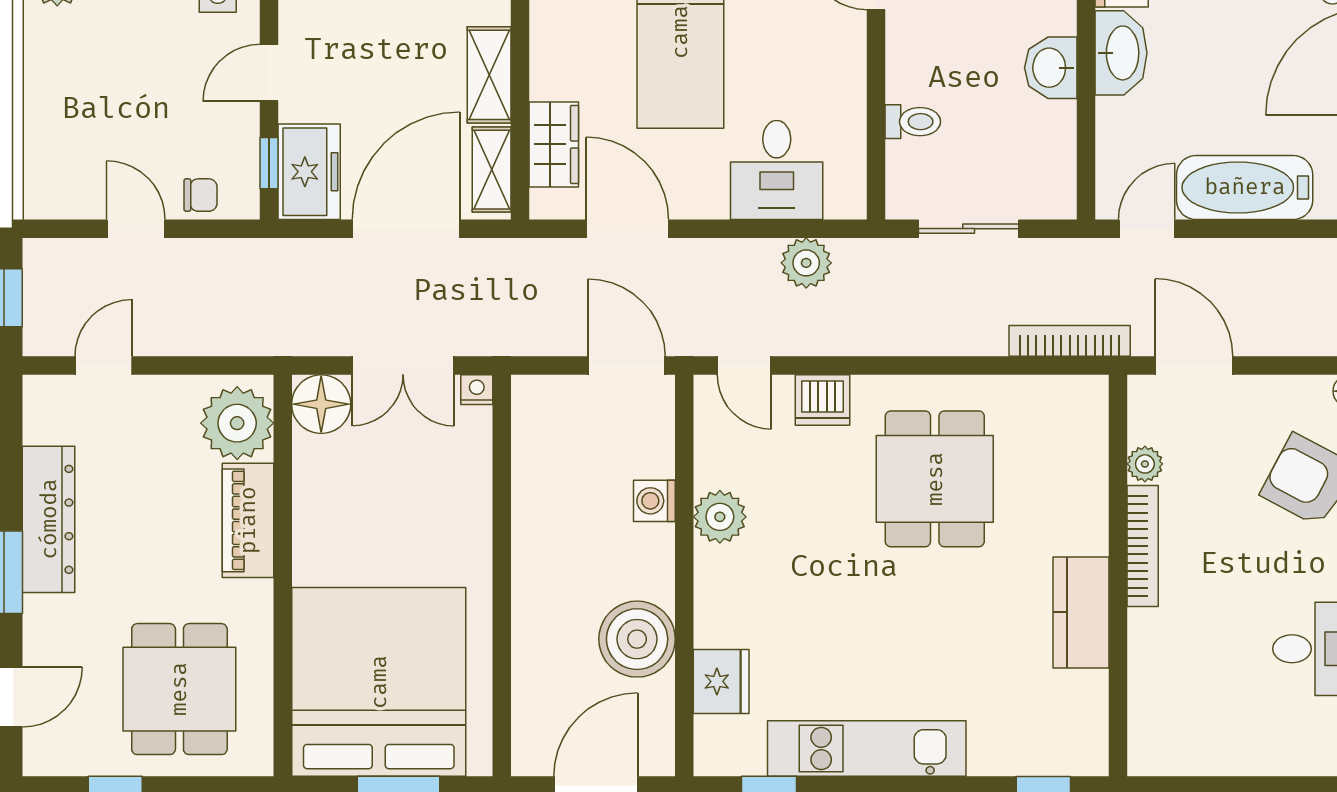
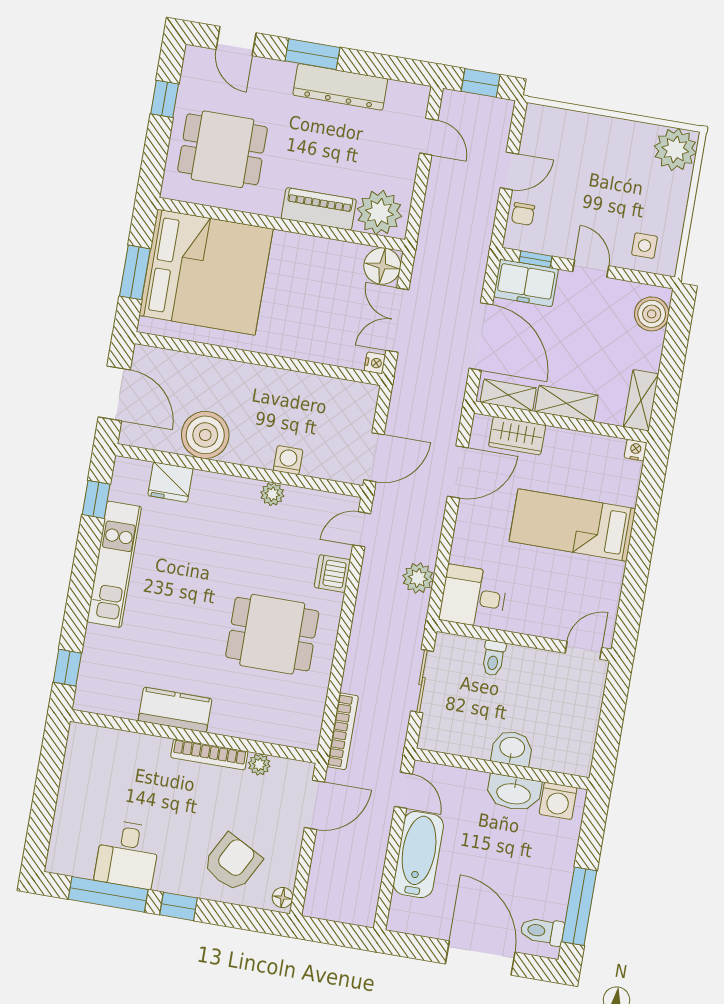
desk: (777, 170) -> (473, 597), moved
plant: (720, 517) -> (272, 494), width x0.73, depth x0.73

